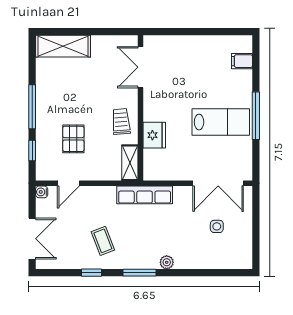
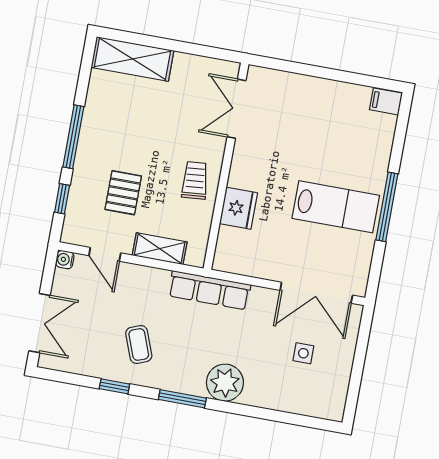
filing cabinet: (242, 61) -> (386, 101), moved
shelving: (130, 163) -> (160, 249), moved, turned 90
door: (68, 183) -> (105, 254), hinge flipped
plant: (167, 262) -> (225, 383), width x1.88, depth x1.88

